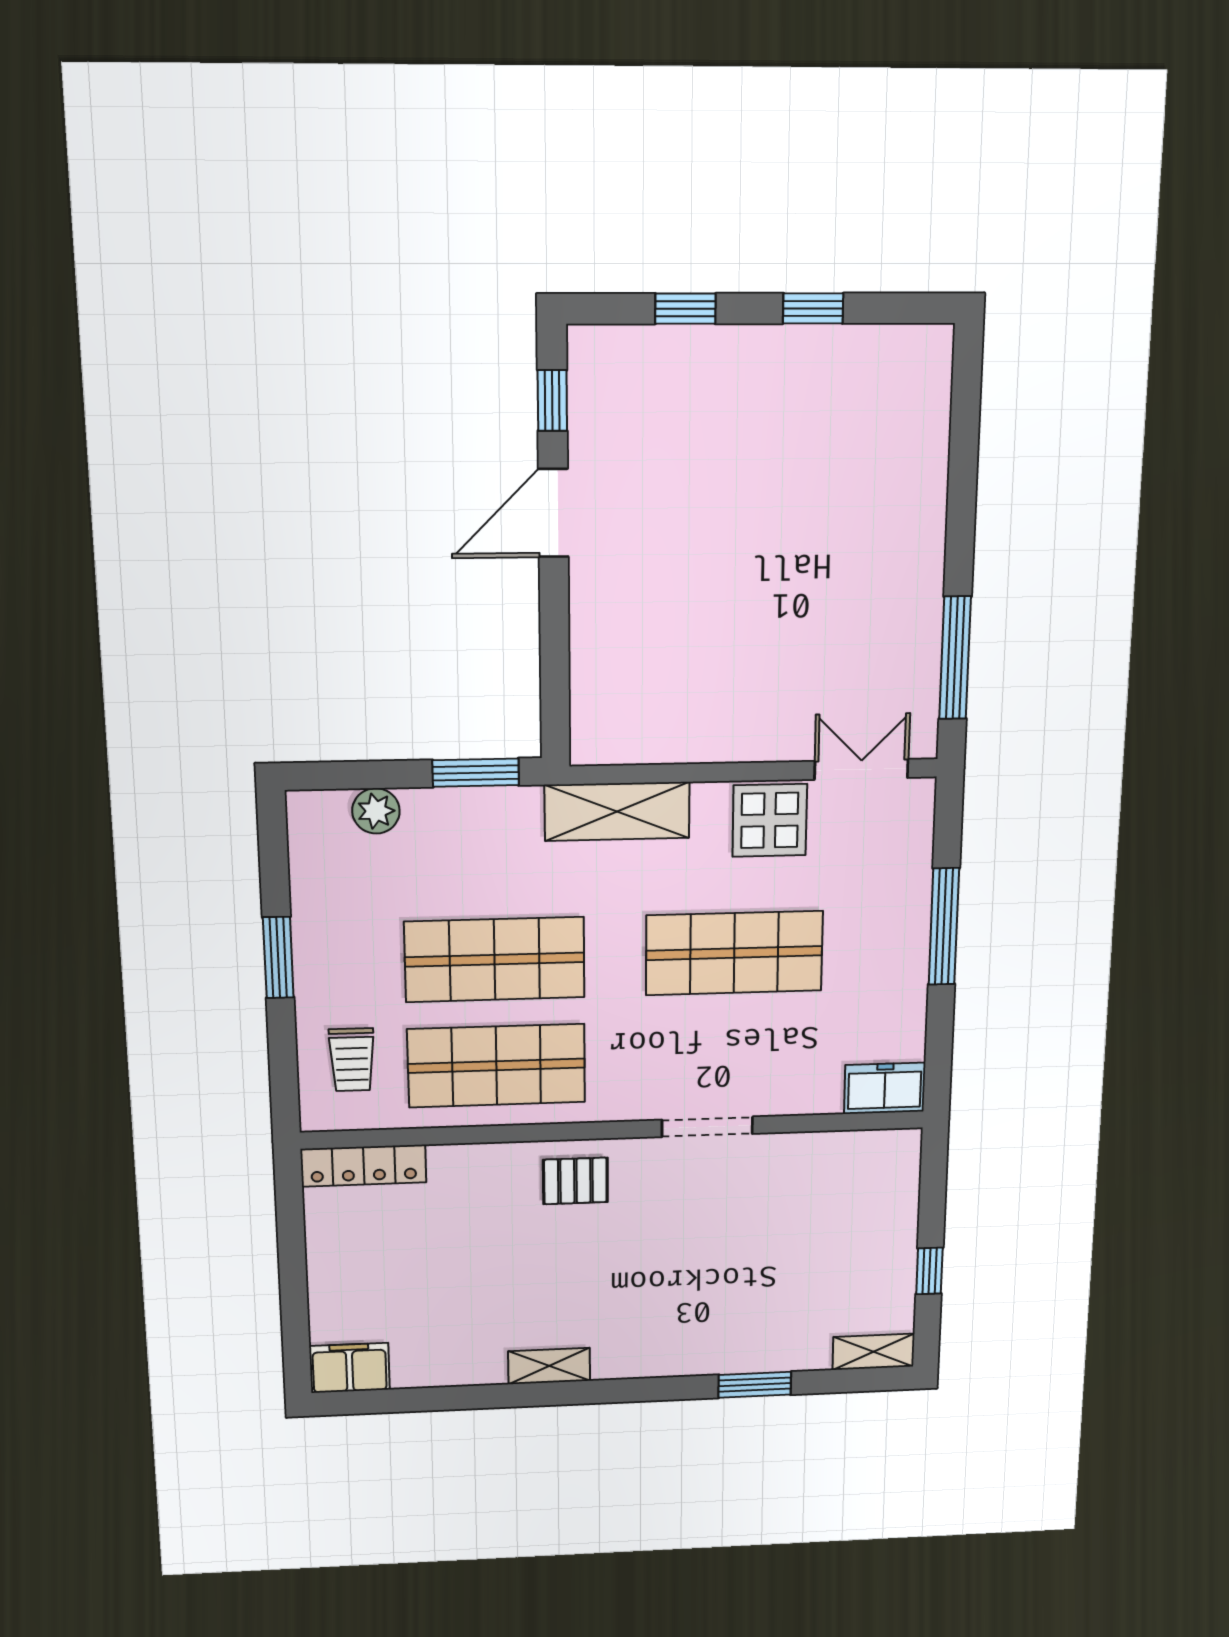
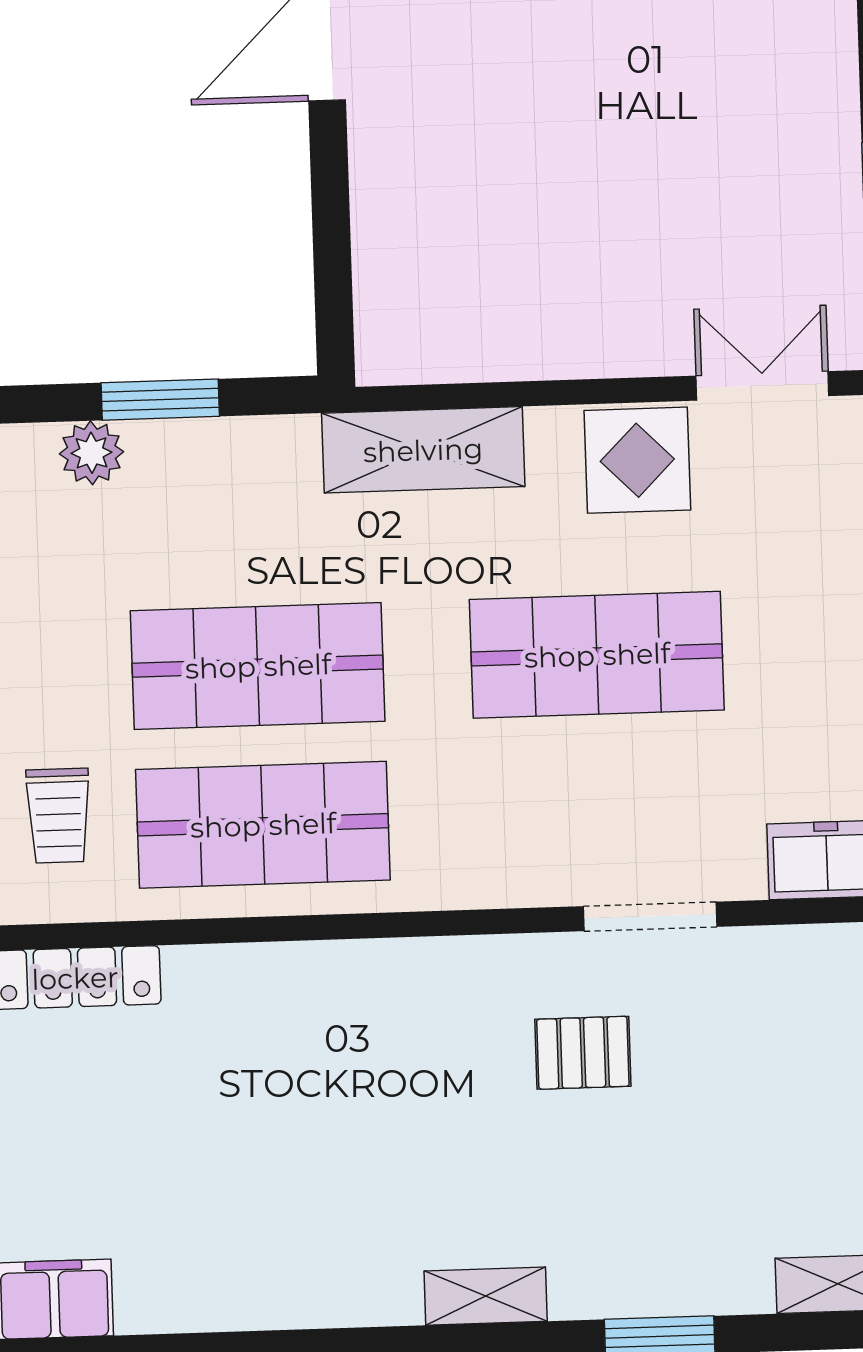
window: (476, 773) -> (160, 400), moved
doorway: (707, 1127) -> (650, 916), moved
pallet: (575, 1181) -> (583, 1053), moved
shelving: (549, 1366) -> (486, 1296), moved

